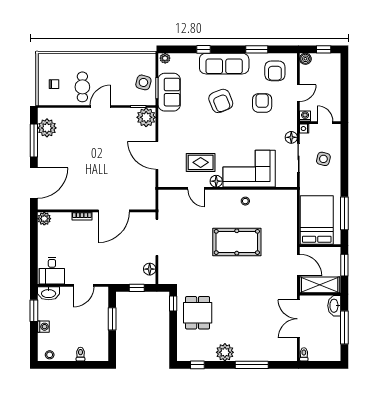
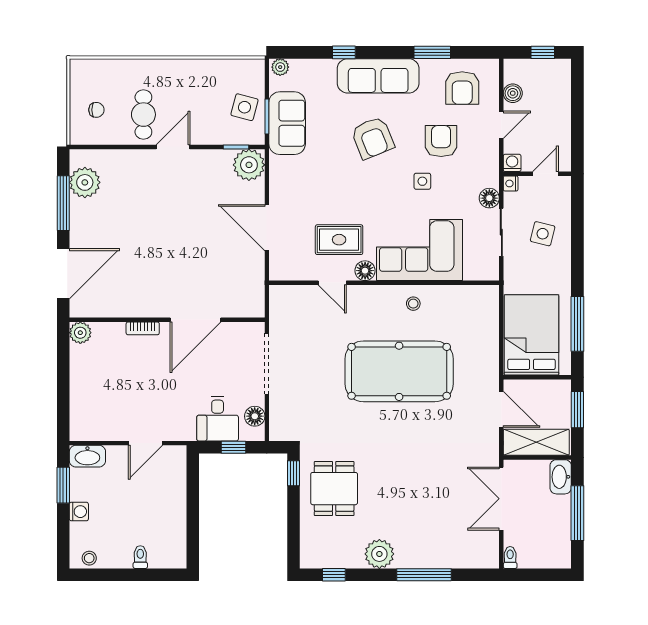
boiler: (305, 59) -> (513, 93), moved
door: (325, 123) -> (545, 174), hinge flipped
side table: (251, 127) -> (422, 181), added
pool table: (237, 242) -> (399, 371), width x1.36, depth x1.32
desk: (52, 271) -> (218, 419), moved
window: (112, 319) -> (193, 499), removed

